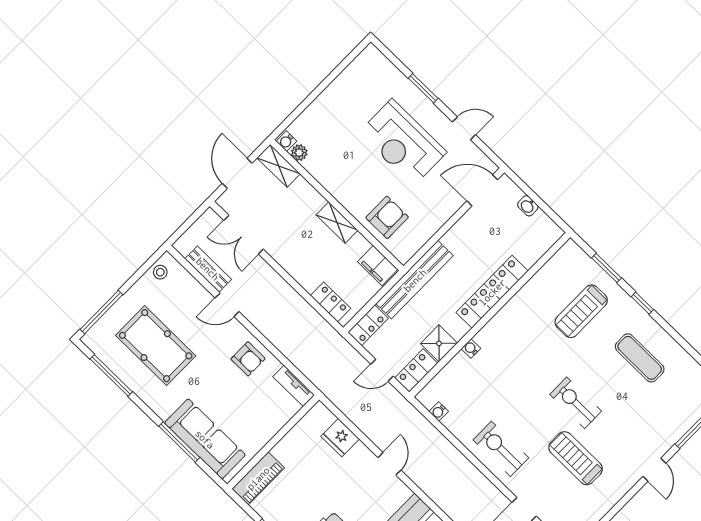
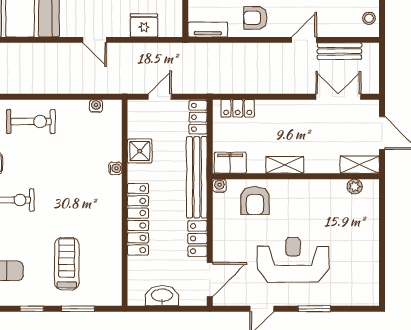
water cooler: (286, 141) -> (219, 186), moved
washbasin: (528, 206) -> (162, 296), width x1.91, depth x1.45
locker: (416, 371) -> (197, 239), moved, turned 180

